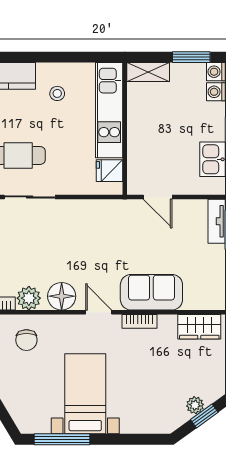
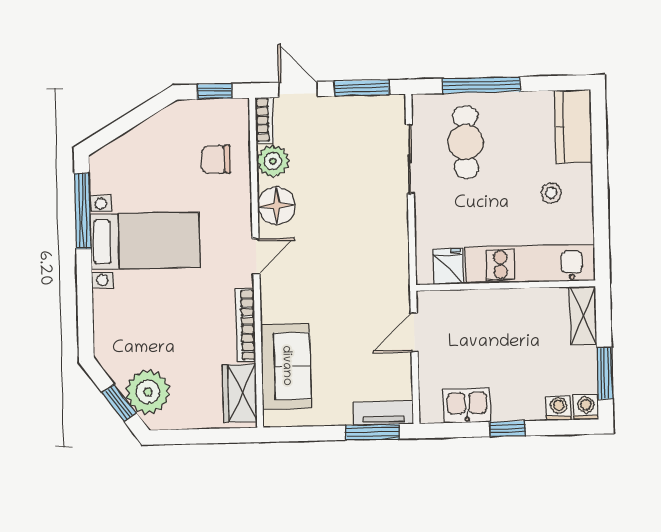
sofa: (151, 292) -> (286, 366), moved
bookcase: (139, 321) -> (245, 325), width x1.56
plant: (195, 405) -> (148, 392), width x1.88, depth x1.88

